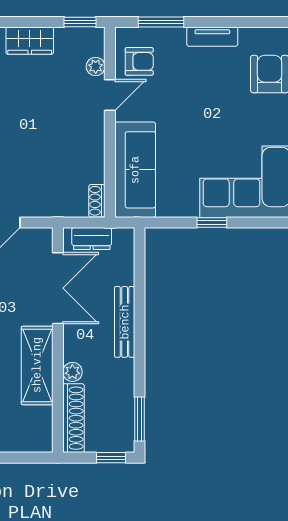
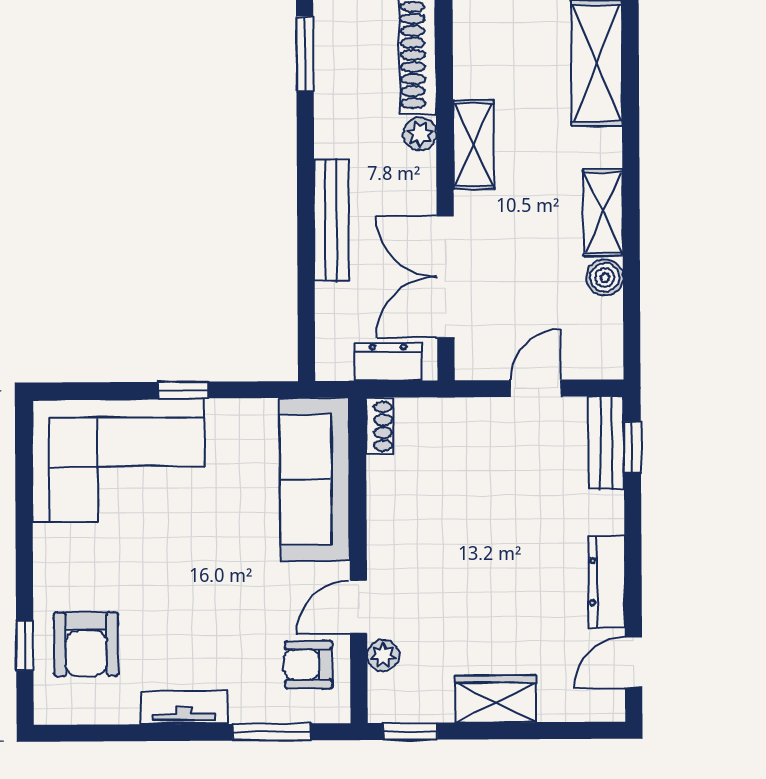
shelving: (37, 365) -> (473, 145), width x0.67, depth x0.75

